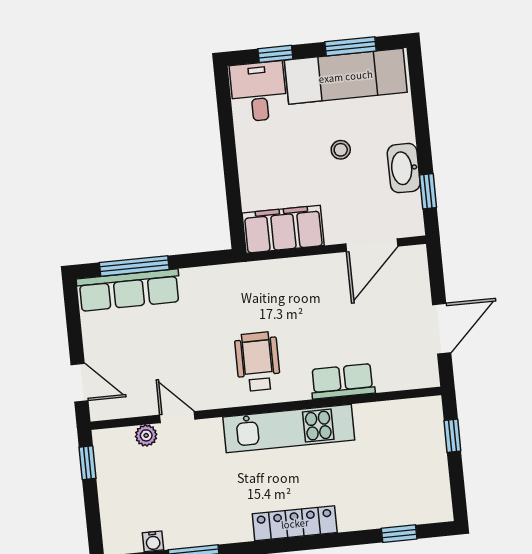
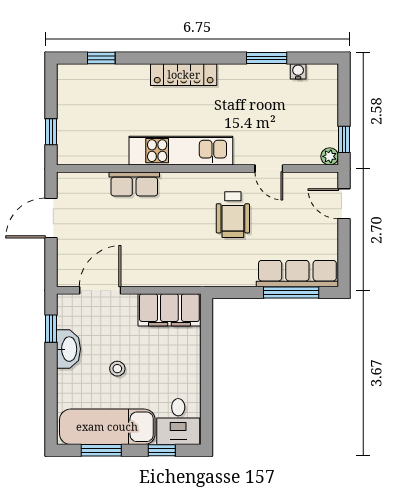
wheelchair: (258, 362) -> (233, 215), moved
plant: (146, 435) -> (330, 156), moved

